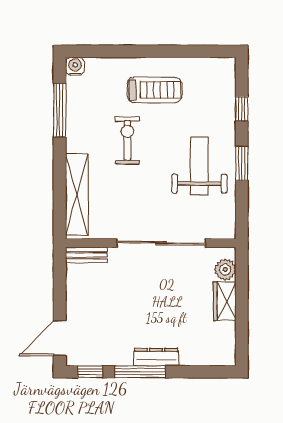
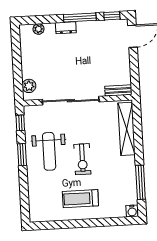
window: (242, 109) -> (20, 123), moved
exercise bike: (127, 140) -> (82, 159), moved
wardrobe: (225, 301) -> (28, 66), removed
dresser: (156, 357) -> (66, 28), width x0.70
plant: (205, 357) -> (39, 29), added

